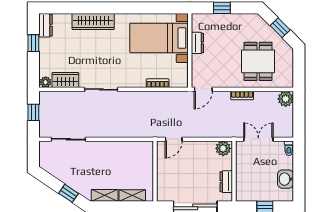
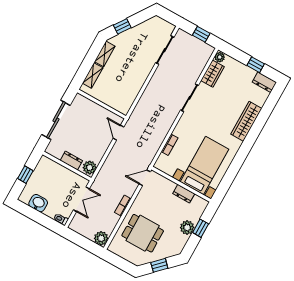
plant: (228, 21) -> (187, 228), added
door: (203, 89) -> (145, 178), hinge flipped
dresser: (226, 182) -> (71, 161), moved

